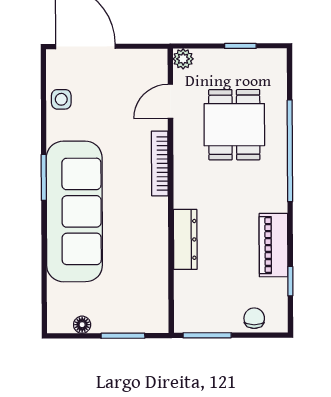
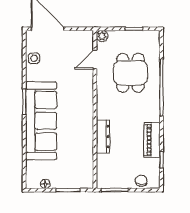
bookcase: (160, 163) -> (89, 94), removed

